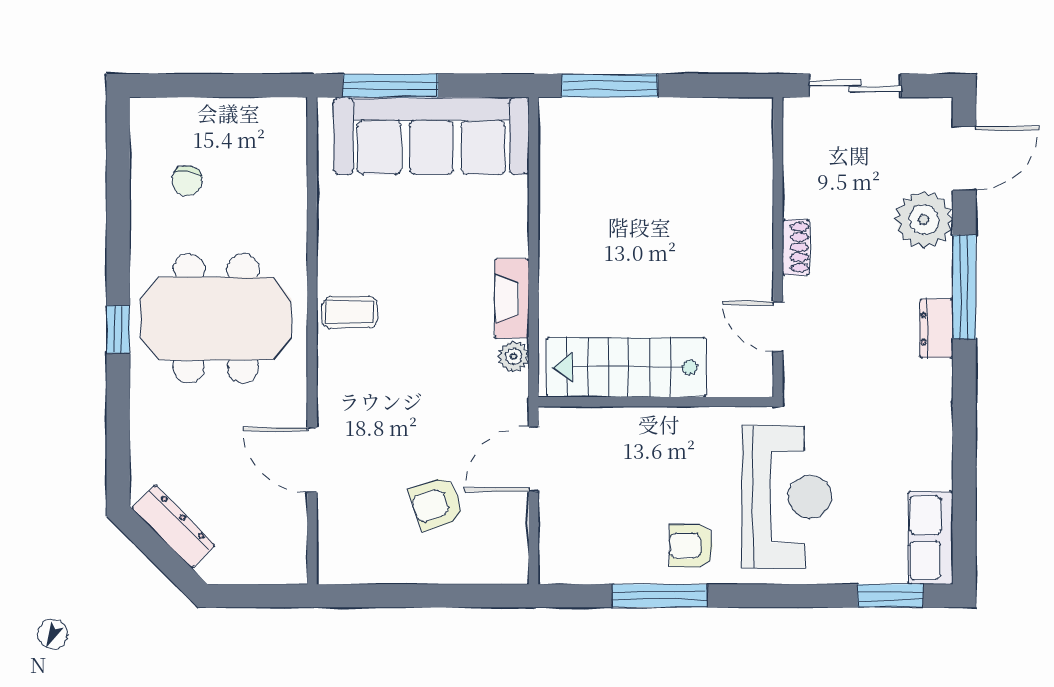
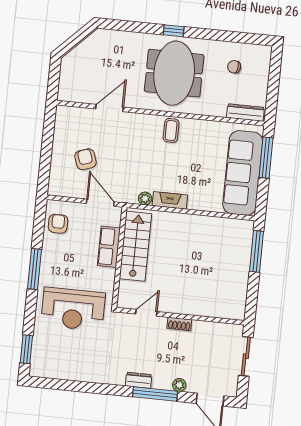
plant: (924, 220) -> (179, 385), width x0.53, depth x0.53
dresser: (173, 527) -> (245, 113), moved, turned -135
row of seats: (931, 538) -> (109, 247), moved, turned -90
armchair: (691, 546) -> (58, 224), moved
window: (660, 596) -> (35, 269), moved

